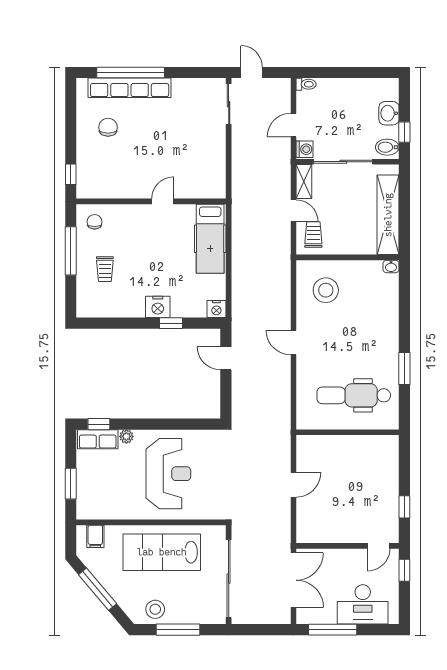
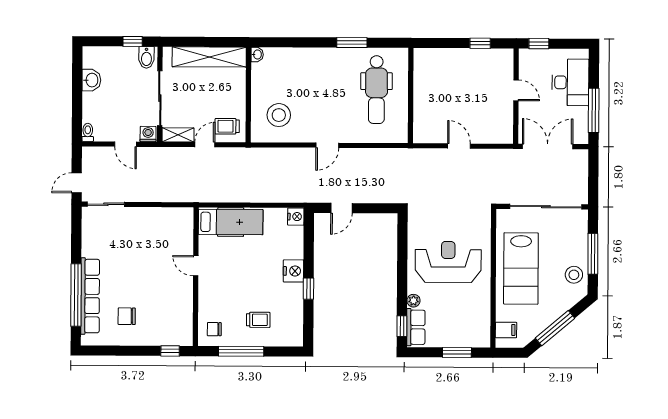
washbasin: (389, 113) -> (91, 80), moved, turned -90
window: (171, 323) -> (308, 289), moved
door: (379, 546) -> (516, 90), moved

